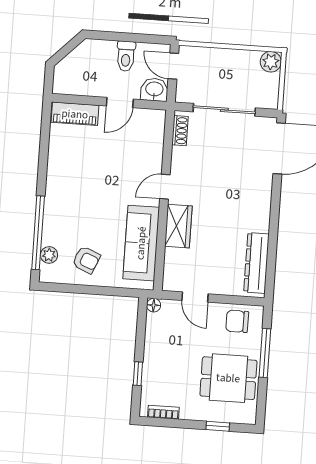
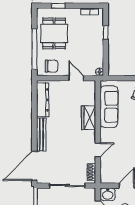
door: (165, 187) -> (98, 150), moved
bench: (263, 203) -> (41, 134), added
window: (265, 353) -> (34, 49), width x1.46
dining table: (228, 378) -> (54, 33), turned 90

